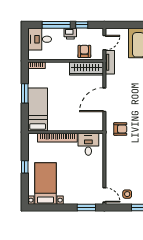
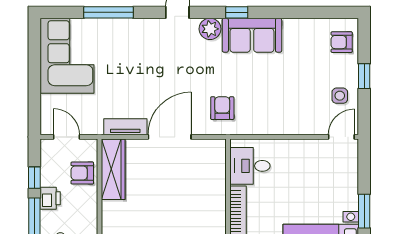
tv unit: (110, 62) -> (125, 127), moved
door: (104, 100) -> (170, 137), swing flipped
window: (86, 208) -> (364, 211), moved

